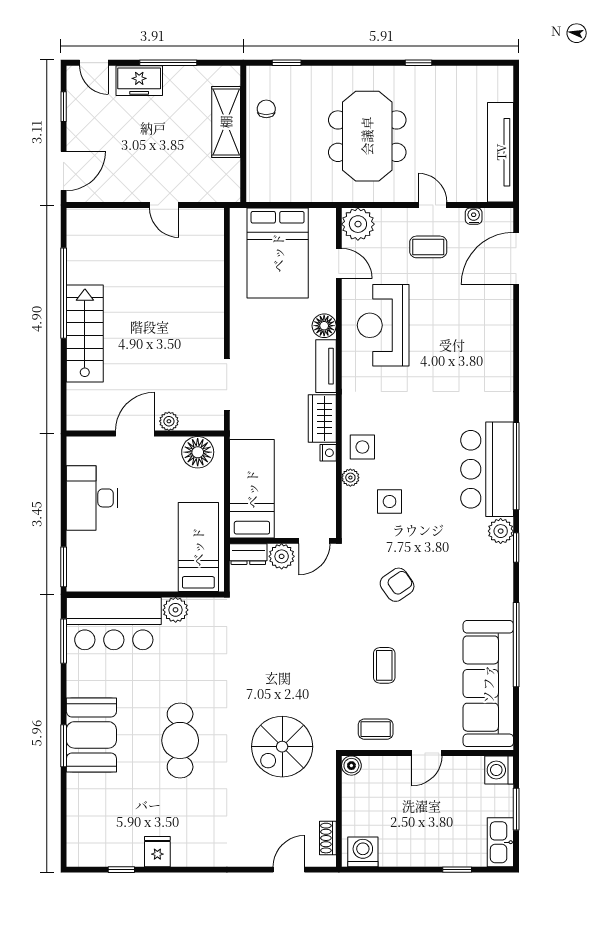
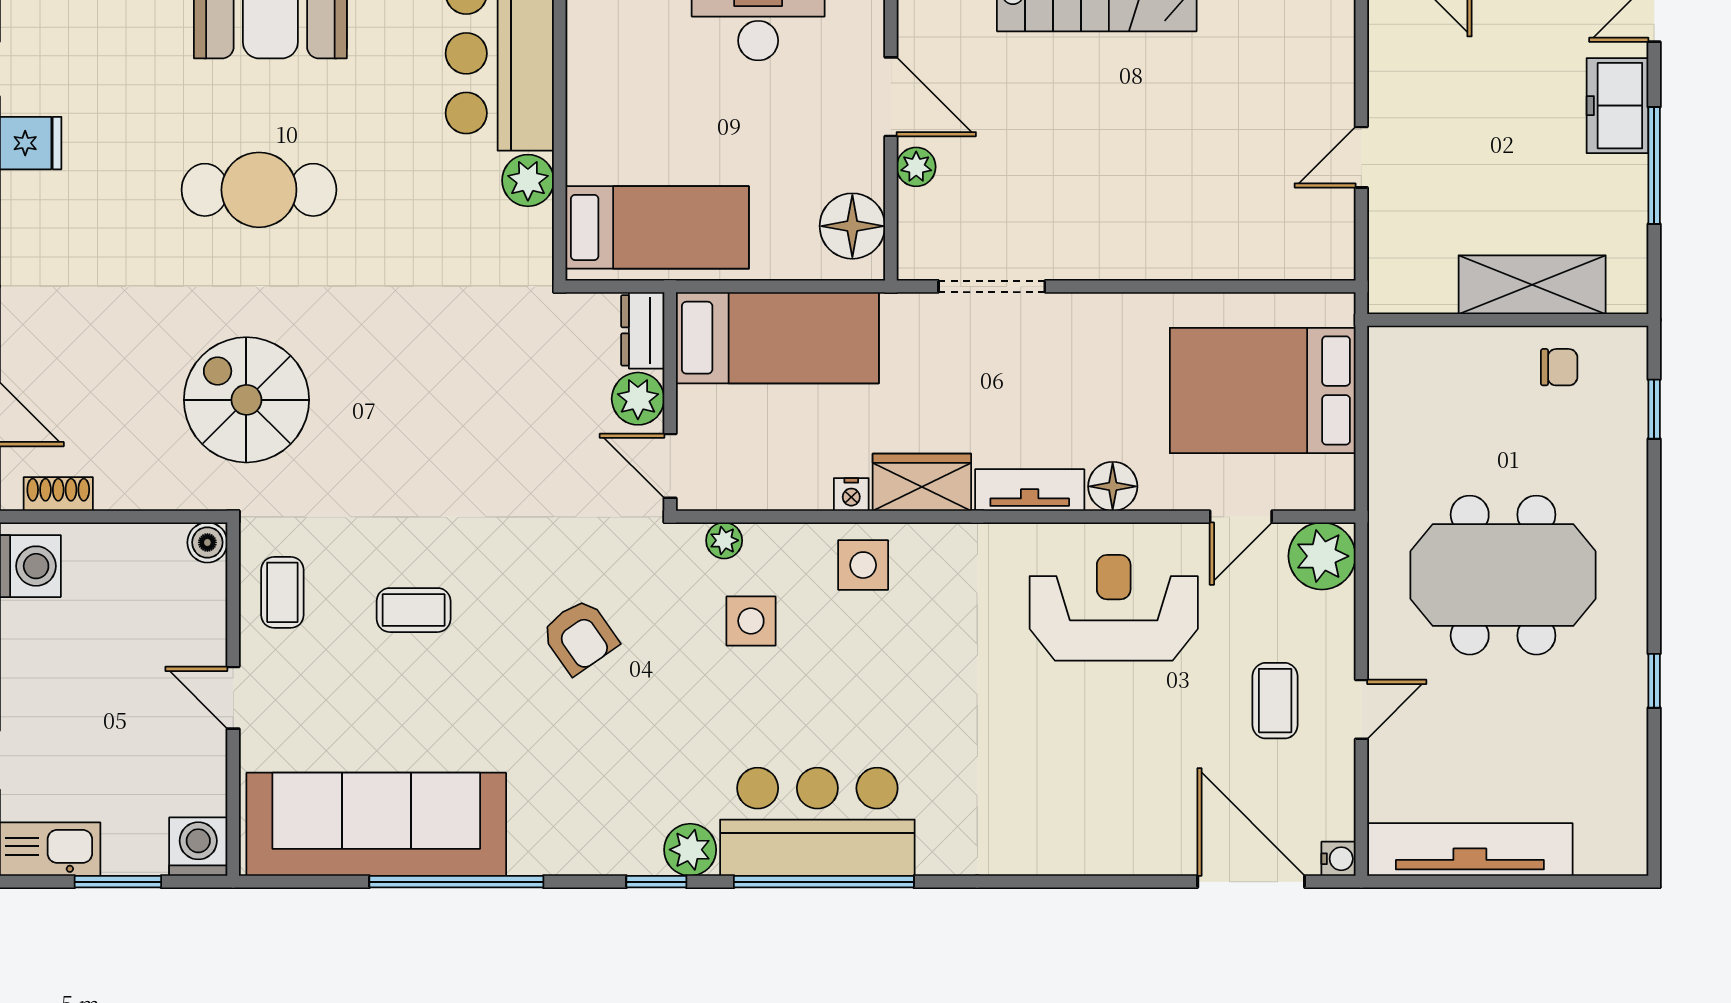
water cooler: (474, 216) -> (1338, 859), moved
plant: (350, 478) -> (724, 540), moved

